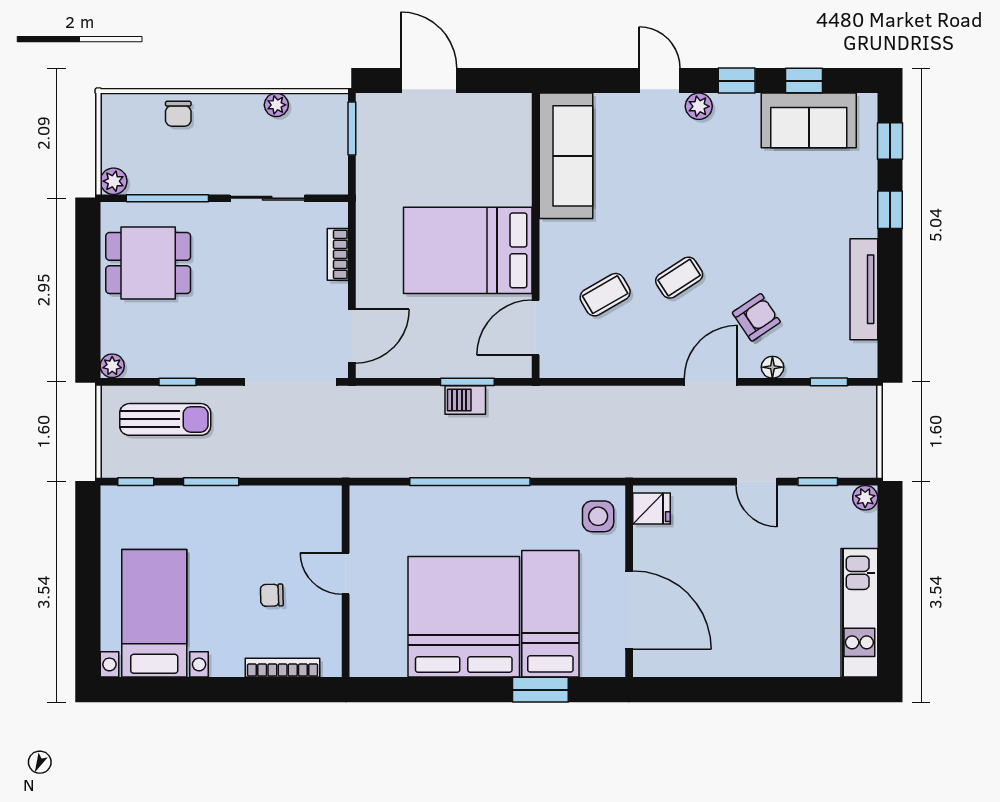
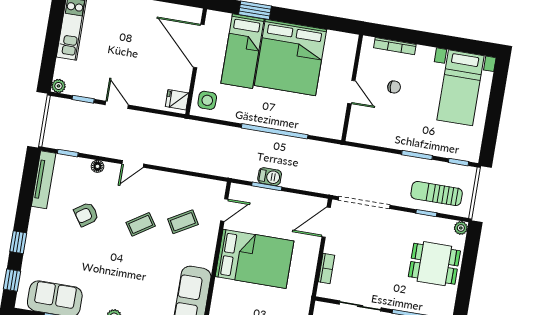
dining table: (148, 263) -> (434, 264), moved
tv unit: (864, 289) -> (44, 180), moved
armchair: (756, 317) -> (86, 214), moved
door: (536, 328) -> (224, 210), width x0.73
door: (711, 382) -> (133, 164), width x0.73

